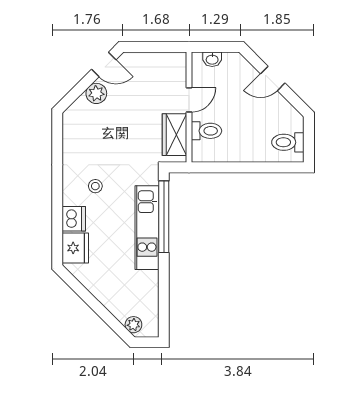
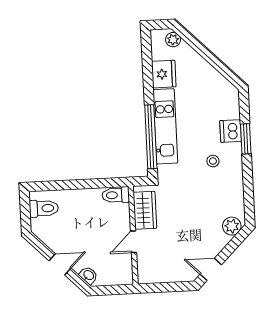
washbasin: (212, 59) -> (88, 275), moved, turned 45
plant: (96, 93) -> (232, 226), moved
toilet: (206, 131) -> (116, 195), moved
window: (57, 209) -> (246, 139), added
fridge: (75, 248) -> (164, 74), moved, turned 180

